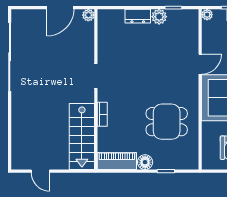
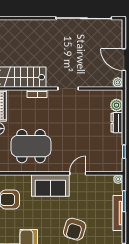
plant: (159, 17) -> (116, 105), moved
door: (200, 64) -> (78, 173), swing flipped
dining table: (167, 122) -> (31, 146), width x1.38

